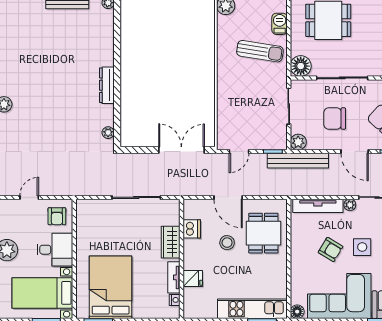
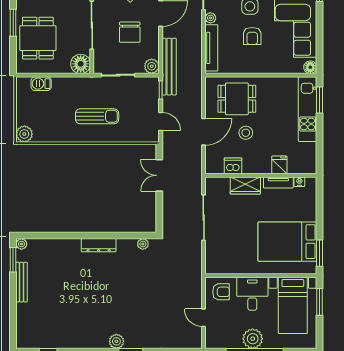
sun lounger: (260, 51) -> (97, 116), moved, turned 81
double door: (181, 150) -> (159, 175), width x0.73
armchair: (331, 250) -> (252, 36), turned 149

